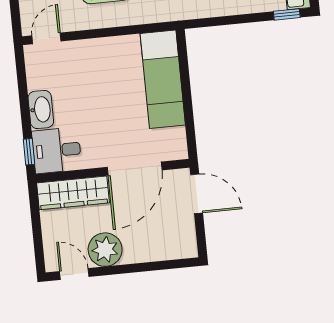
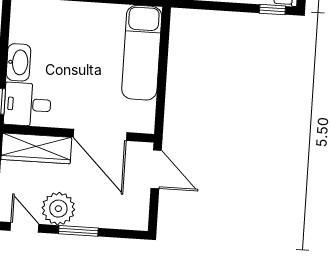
door: (135, 169) -> (100, 135), hinge flipped
window: (129, 269) -> (78, 231), added

